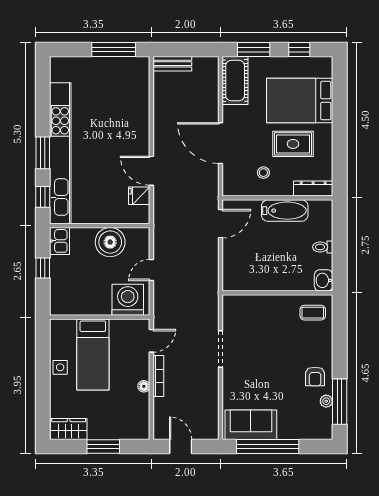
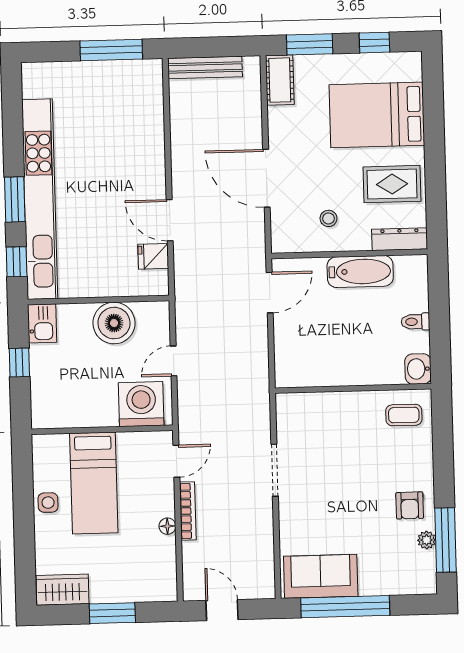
bench: (172, 64) -> (205, 67), width x1.36
cot: (235, 81) -> (280, 80), width x0.73, depth x0.75
rug: (293, 144) -> (392, 184), moved

